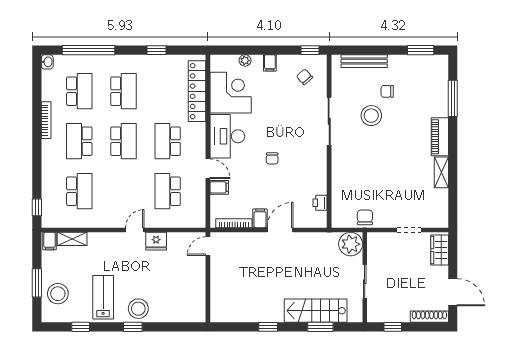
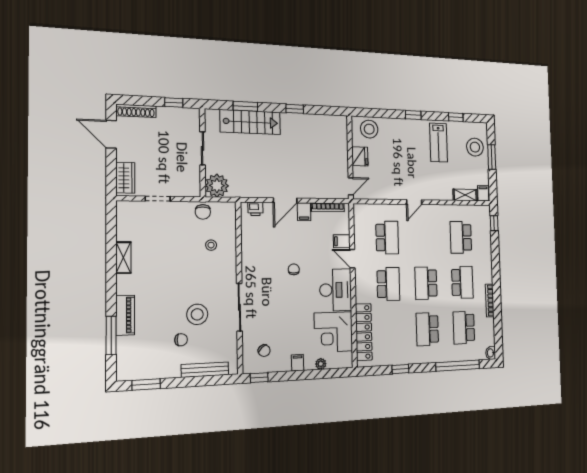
piano: (440, 137) -> (125, 315), moved
stool: (357, 184) -> (211, 245), added
printer: (320, 203) -> (255, 209), moved, turned 90
fridge: (156, 241) -> (360, 156), moved, turned 90
stool: (138, 309) -> (369, 129), moved

